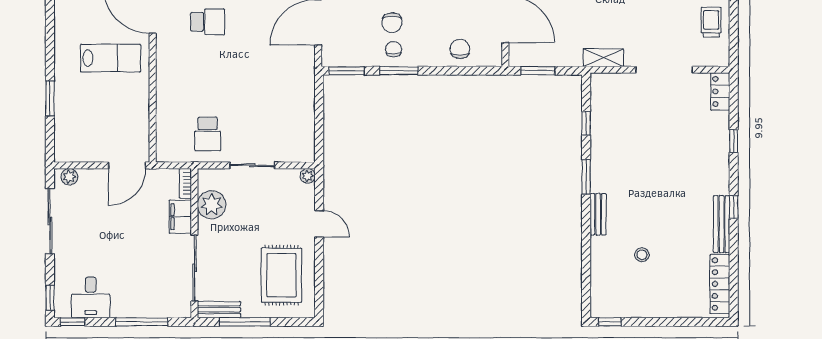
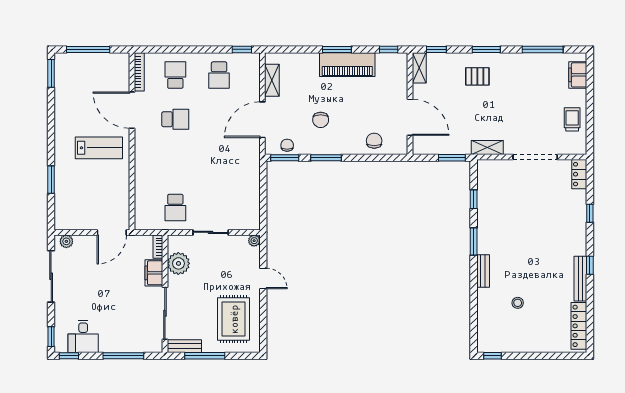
chair: (394, 49) -> (287, 145), moved
window: (538, 71) -> (452, 158), moved

